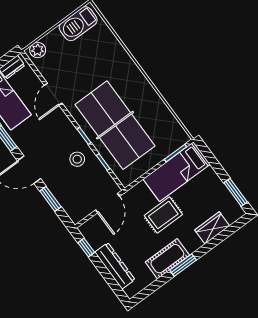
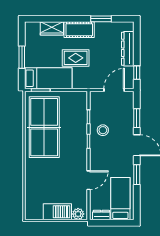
barbecue: (78, 24) -> (57, 212), moved
table tennis table: (115, 125) -> (44, 127), moved
window: (236, 192) -> (22, 57), moved
door: (108, 203) -> (114, 90), moved
cot: (167, 259) -> (79, 30), moved
window: (183, 265) -> (101, 19), moved

